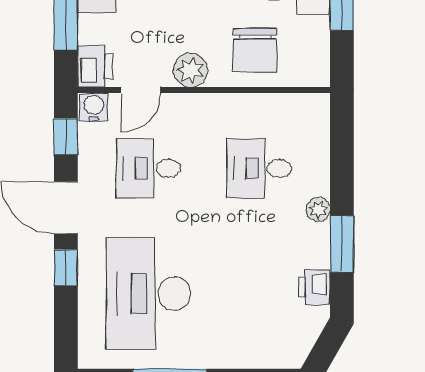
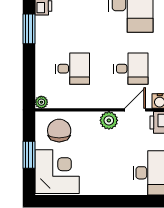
chair: (255, 50) -> (59, 131), moved
plant: (318, 209) -> (41, 102), moved

